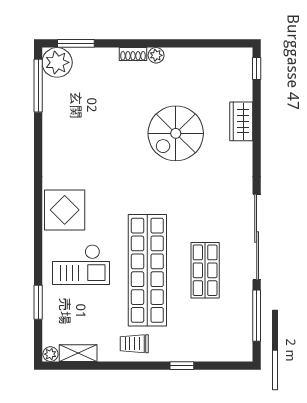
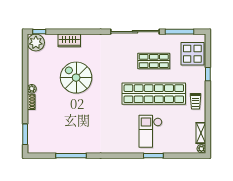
plant: (57, 62) -> (36, 43), moved
window: (38, 86) -> (71, 156), moved
spiral stairs: (176, 133) -> (76, 78), turned 180
display table: (65, 210) -> (192, 54), moved
checkout: (81, 265) -> (151, 131), turned 180
window: (38, 302) -> (153, 156), moved

